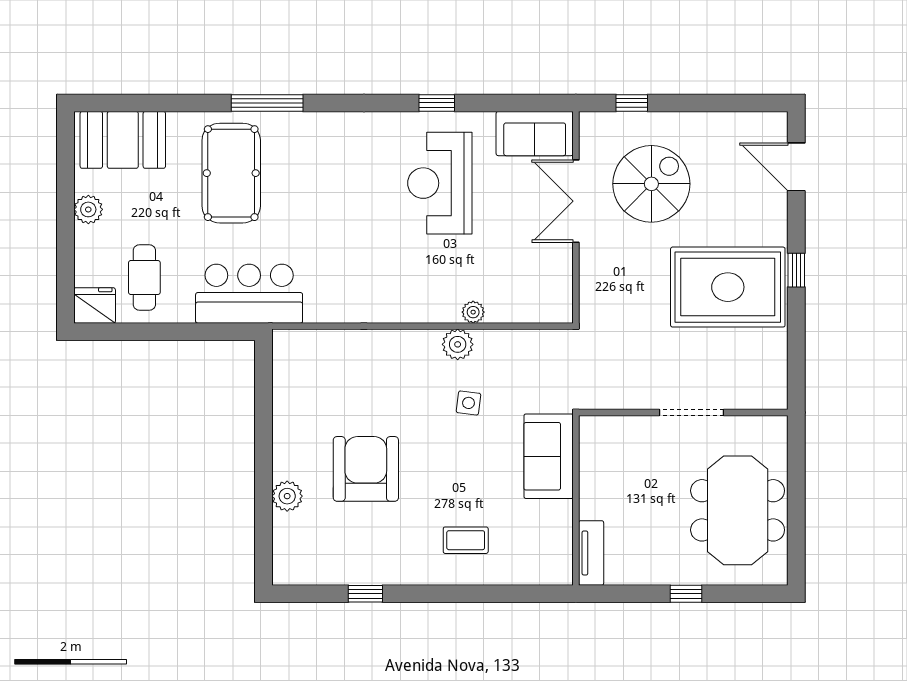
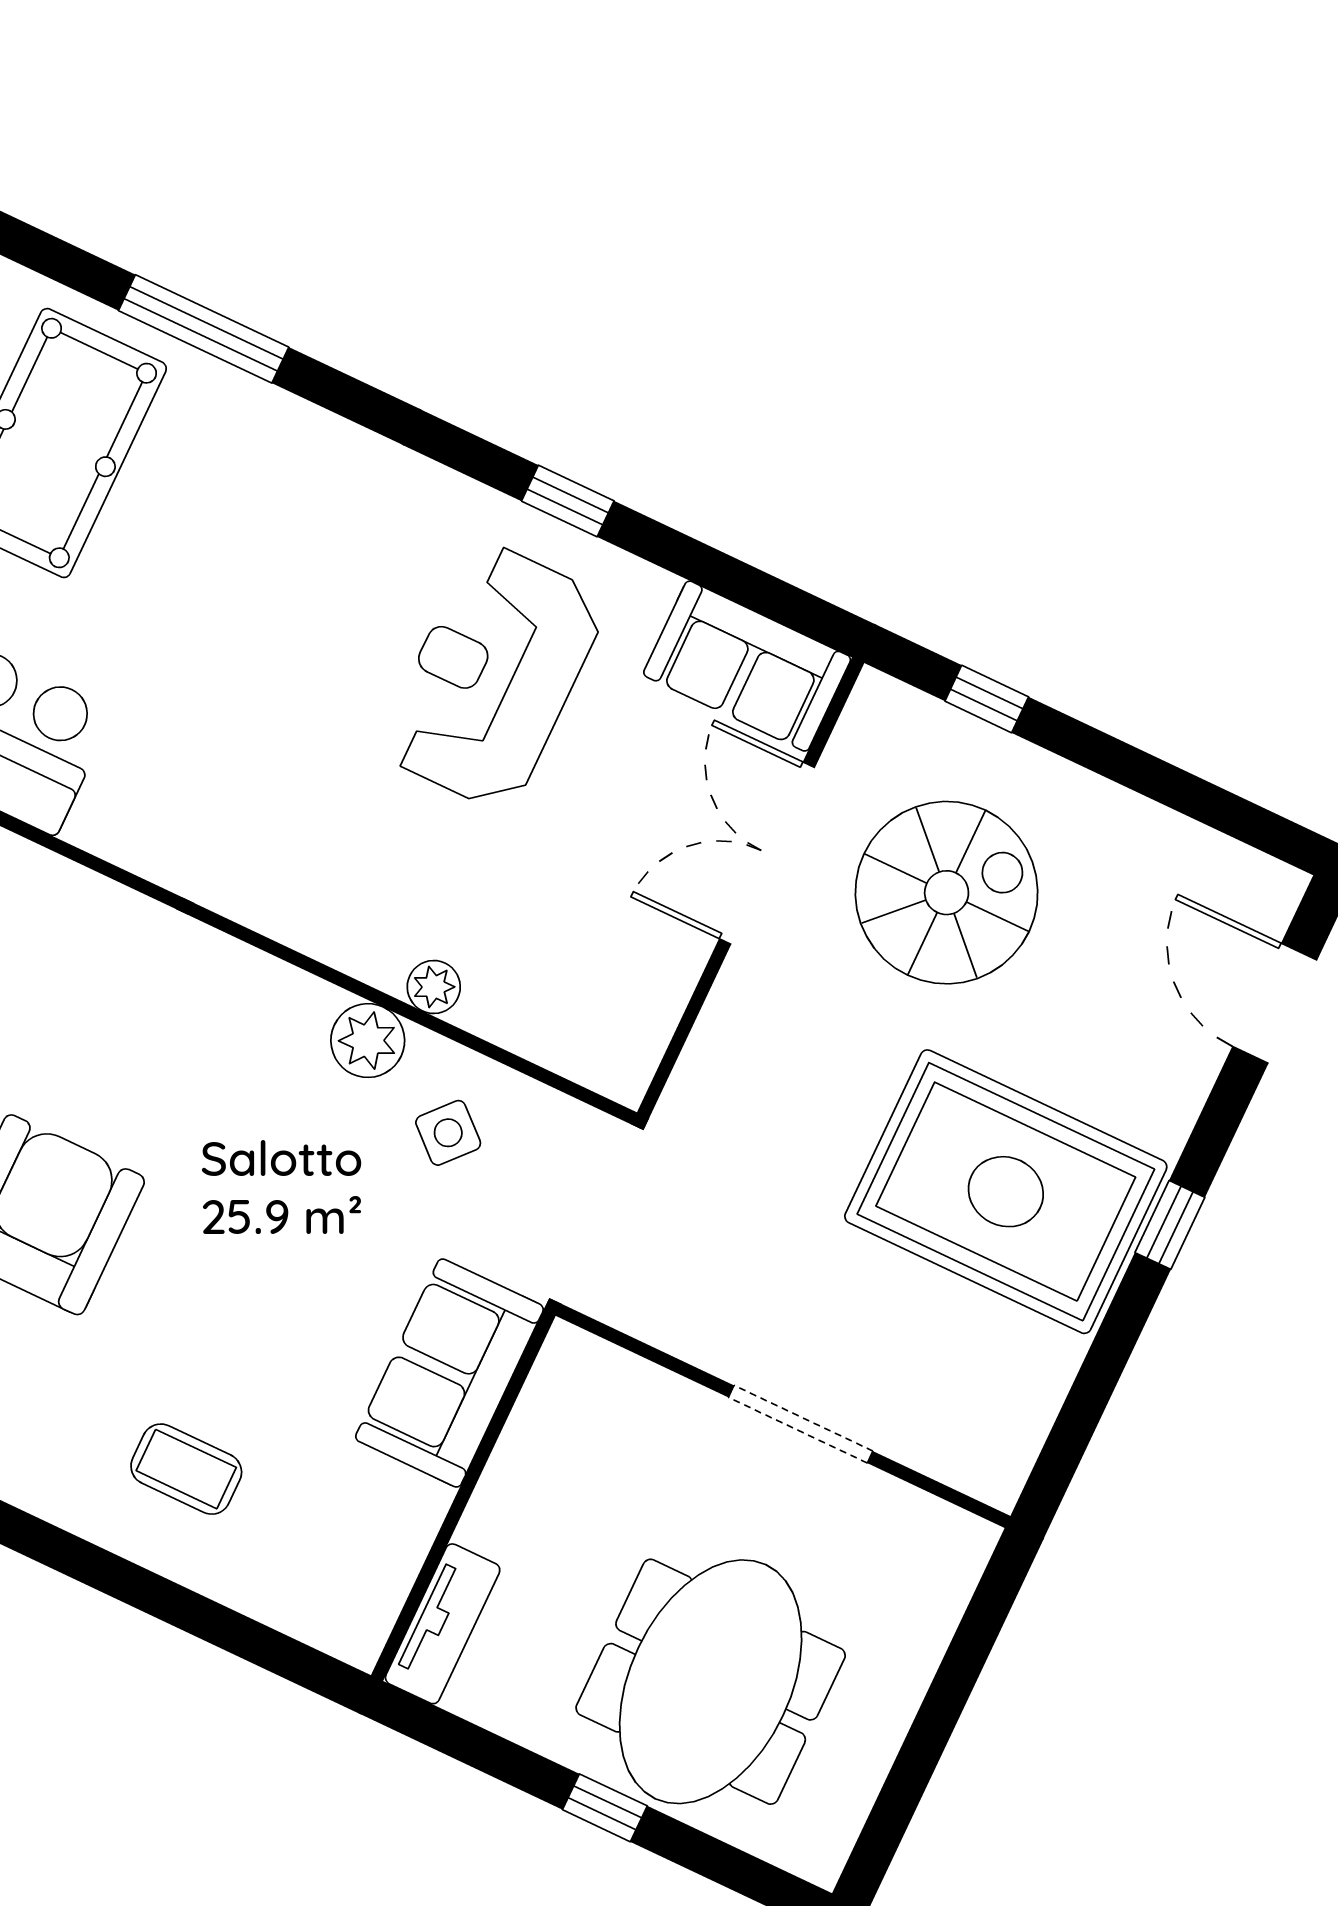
side table: (468, 403) -> (448, 1133), moved, turned 35
meeting table: (738, 510) -> (711, 1682), moved

